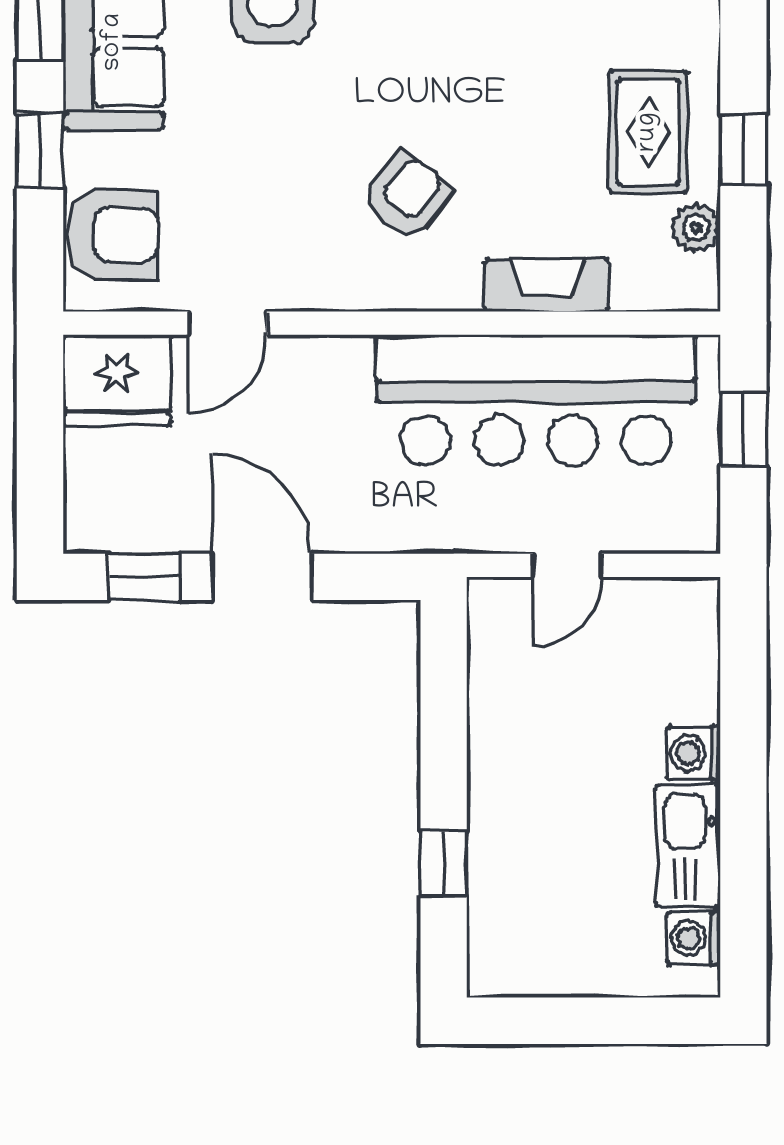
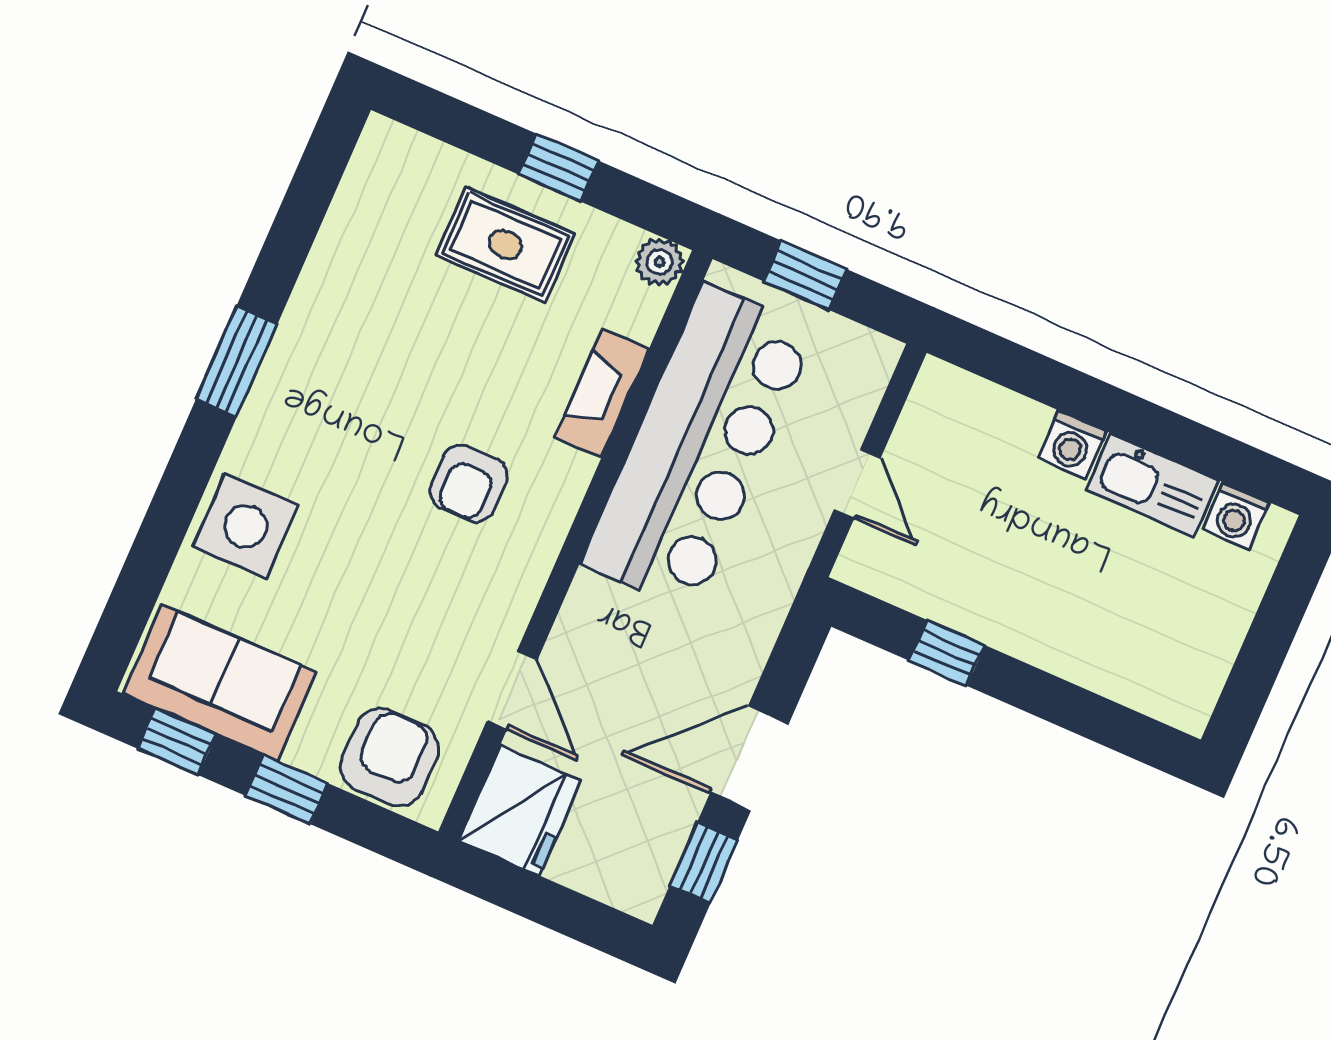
armchair: (406, 196) -> (468, 483), turned -129
plant: (696, 228) -> (659, 262), moved
window: (444, 863) -> (947, 653), moved

